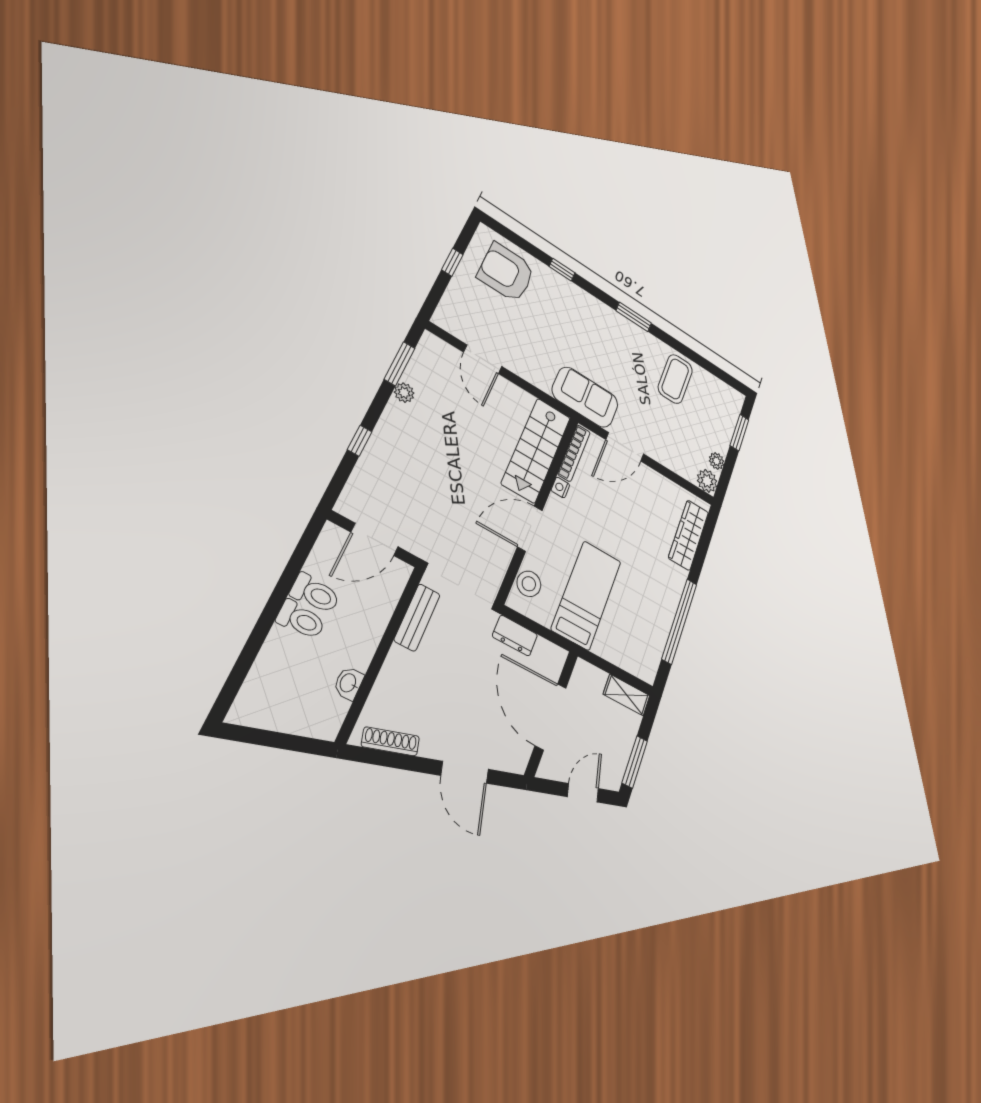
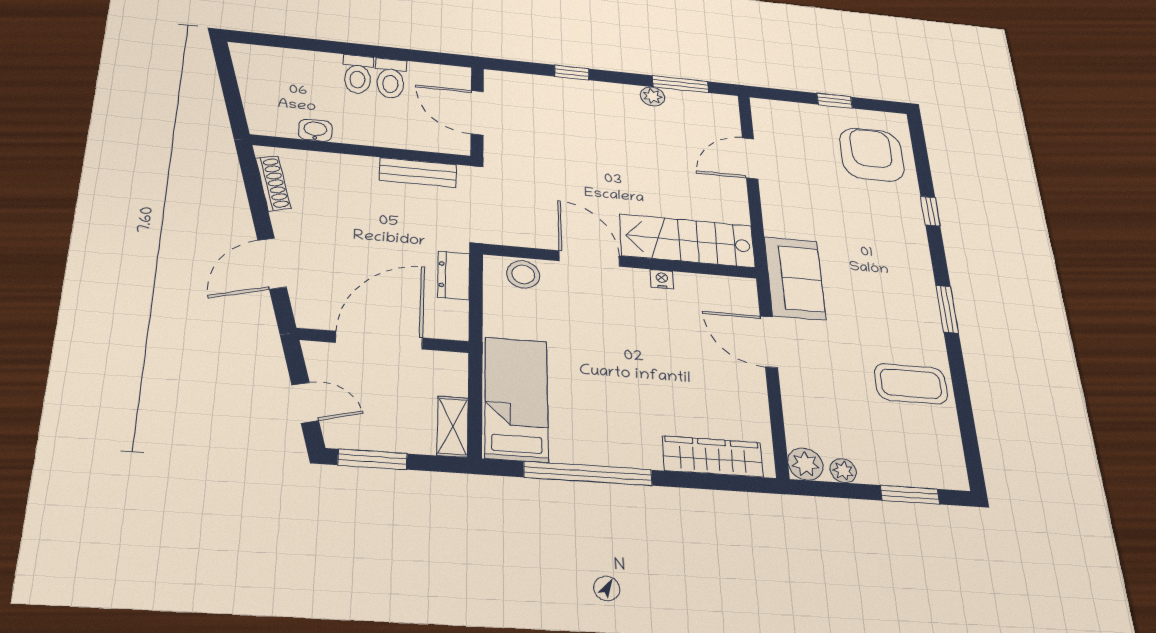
bookcase: (574, 453) -> (715, 283), removed
bed: (586, 595) -> (516, 399), moved, turned -90

